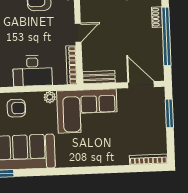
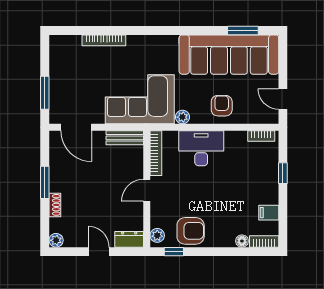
window: (166, 36) -> (45, 182), width x0.47
armchair: (16, 108) -> (222, 106), turned 90
bookcase: (148, 159) -> (104, 40), moved

